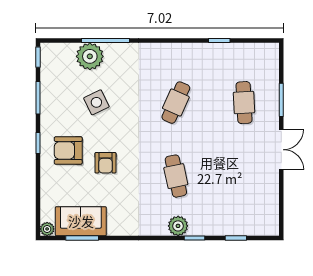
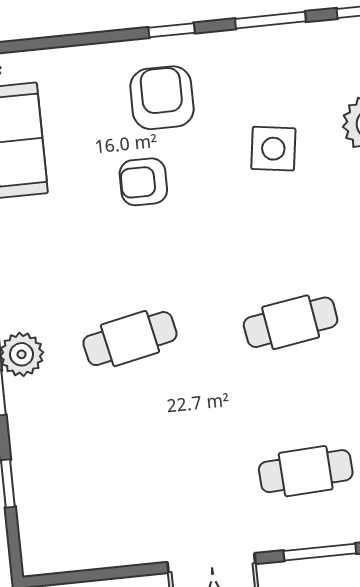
side table: (96, 102) -> (273, 149), turned 34
cafe table: (176, 103) -> (291, 322), turned -33

